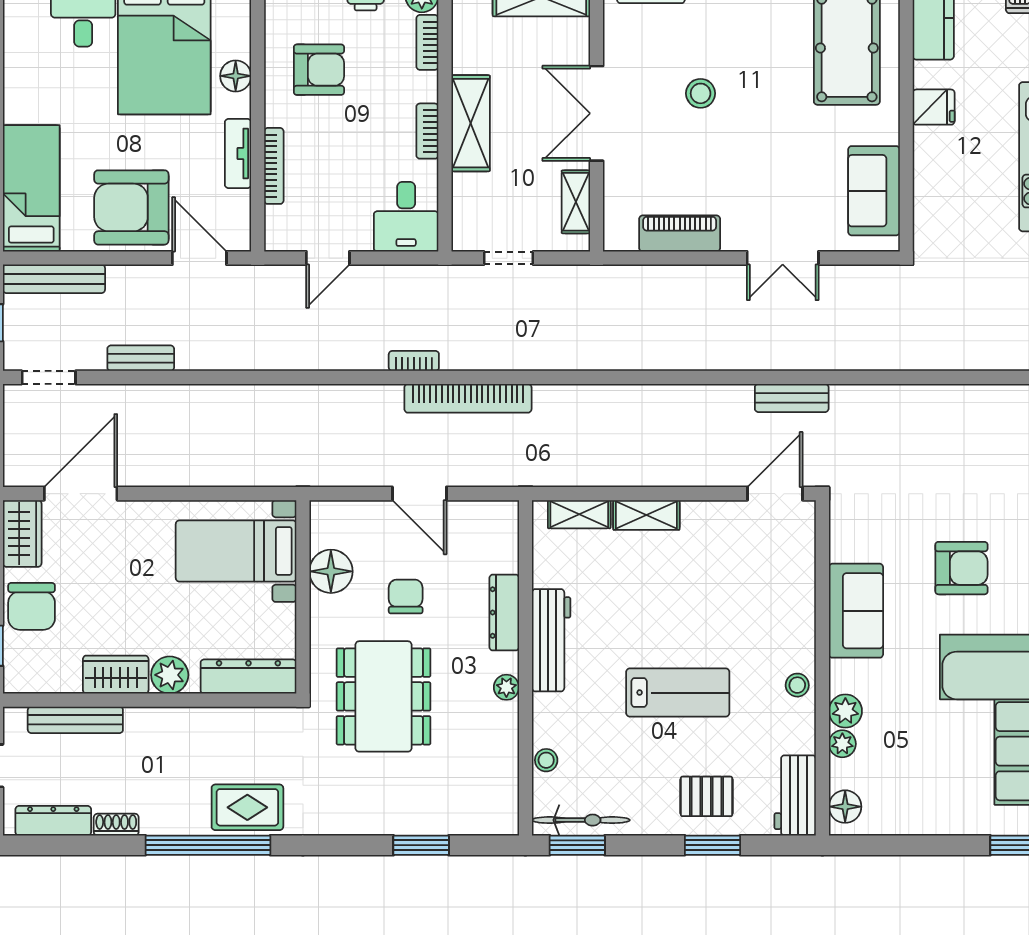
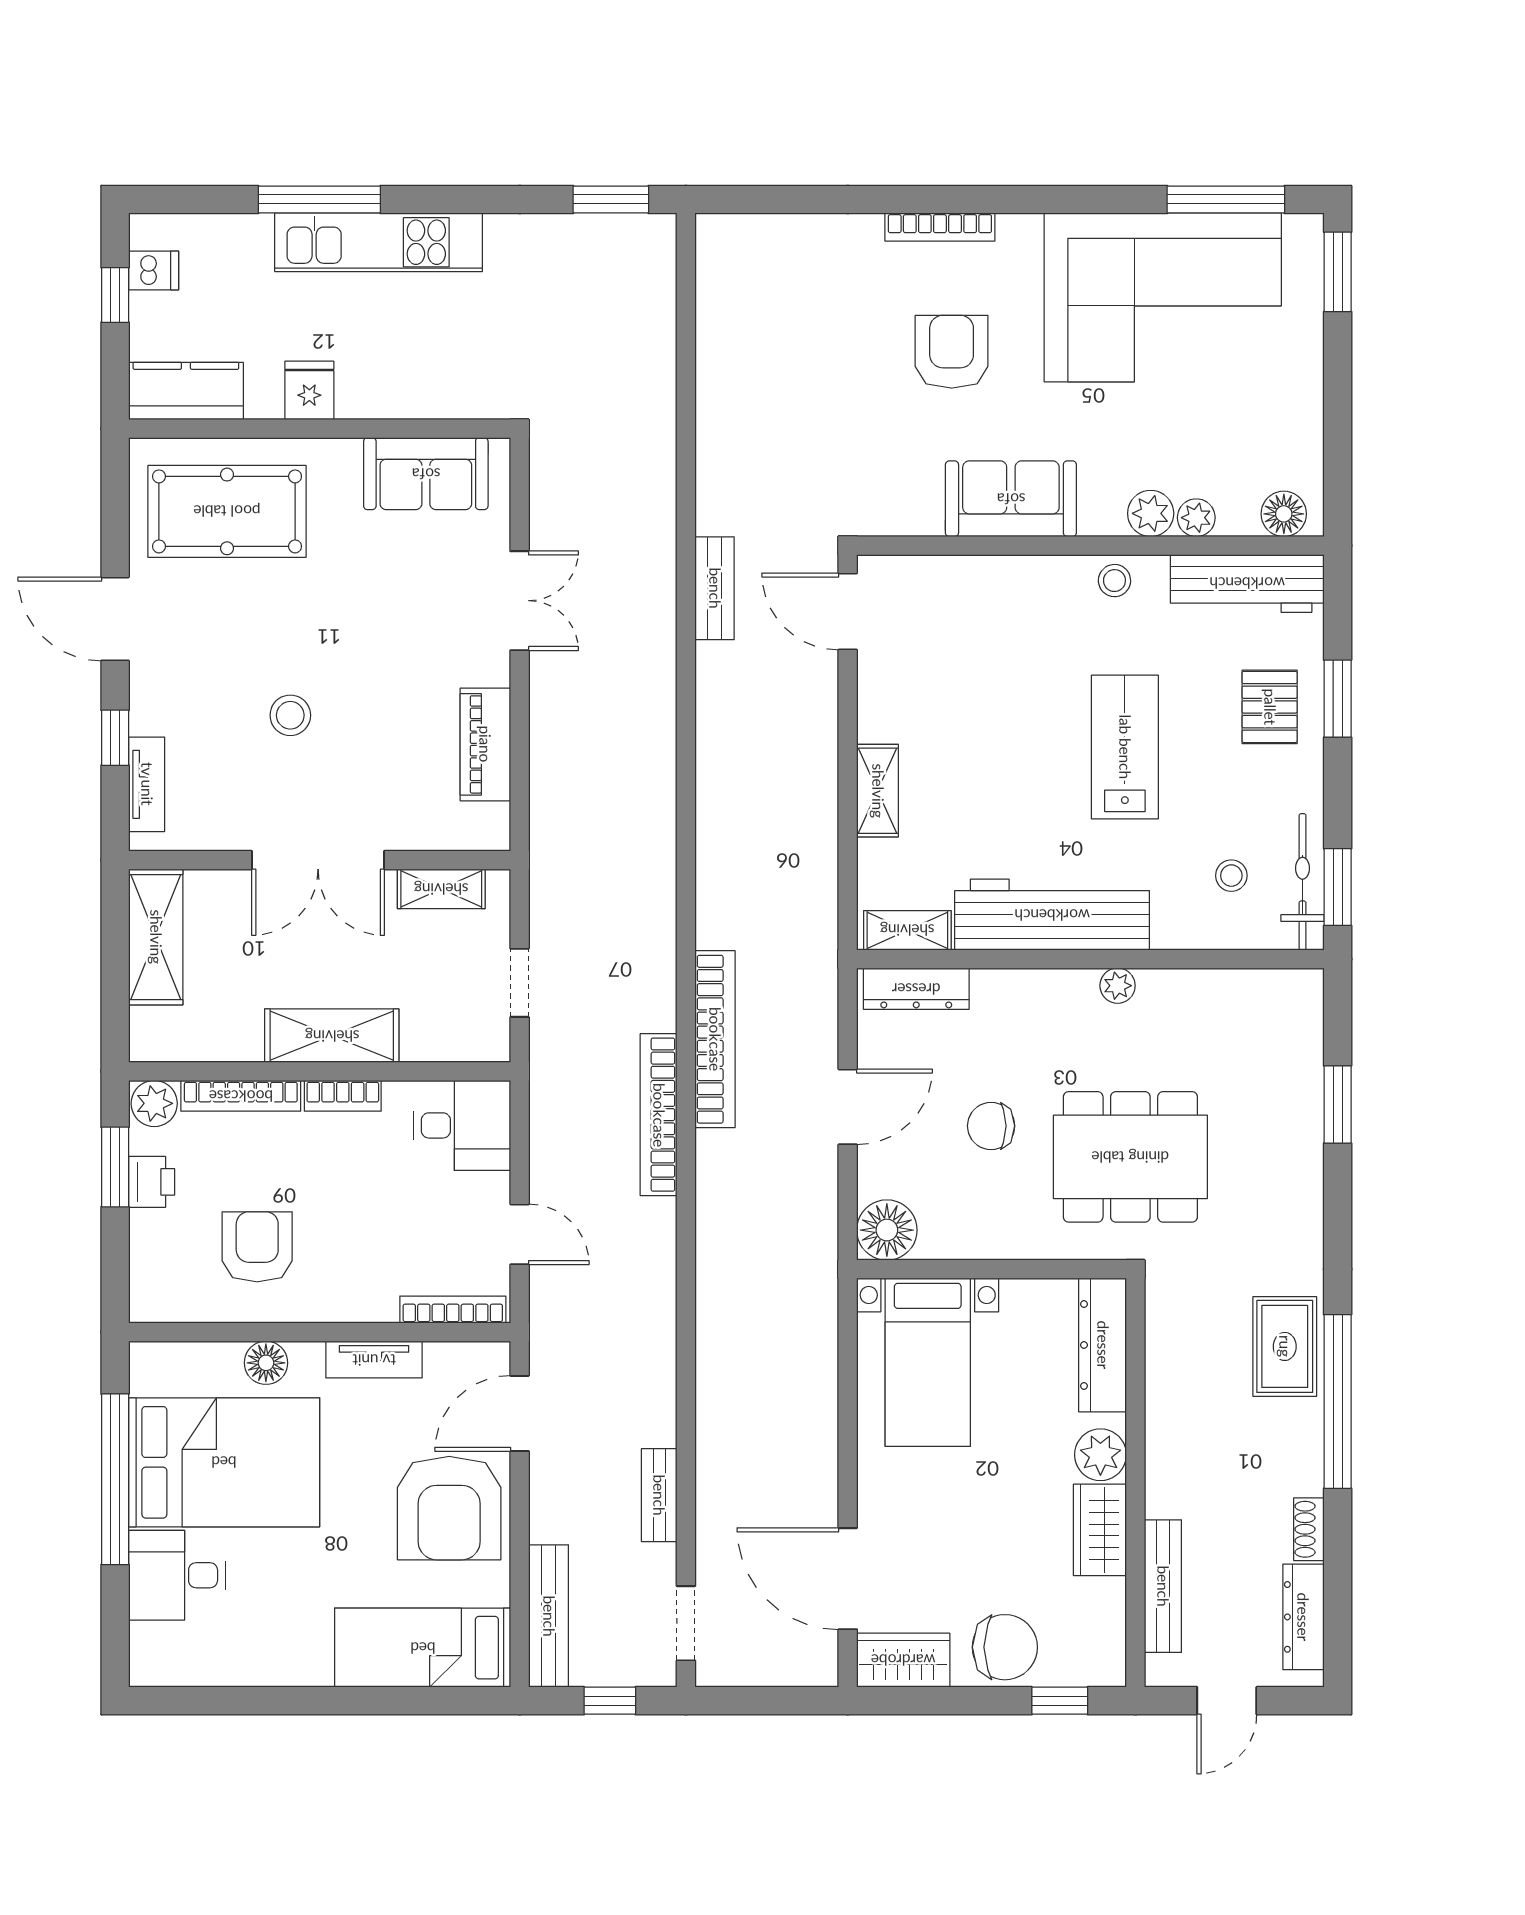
bookcase: (427, 42) -> (241, 1096), width x1.56
bookcase: (274, 166) -> (453, 1310), moved
bookcase: (414, 361) -> (659, 1115), width x2.31, depth x1.31
shelving: (579, 514) -> (907, 930), moved, turned 90
floor lamp: (331, 571) -> (887, 1230), moved
dresser: (504, 613) -> (916, 989), moved
workbench: (551, 640) -> (1052, 915), width x1.36, depth x1.32
stool: (546, 760) -> (1231, 876), moved
workbench: (795, 795) -> (1247, 583), width x1.37

